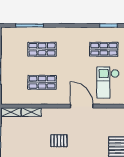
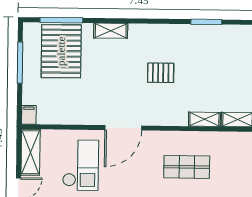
door: (82, 106) -> (123, 128), hinge flipped

